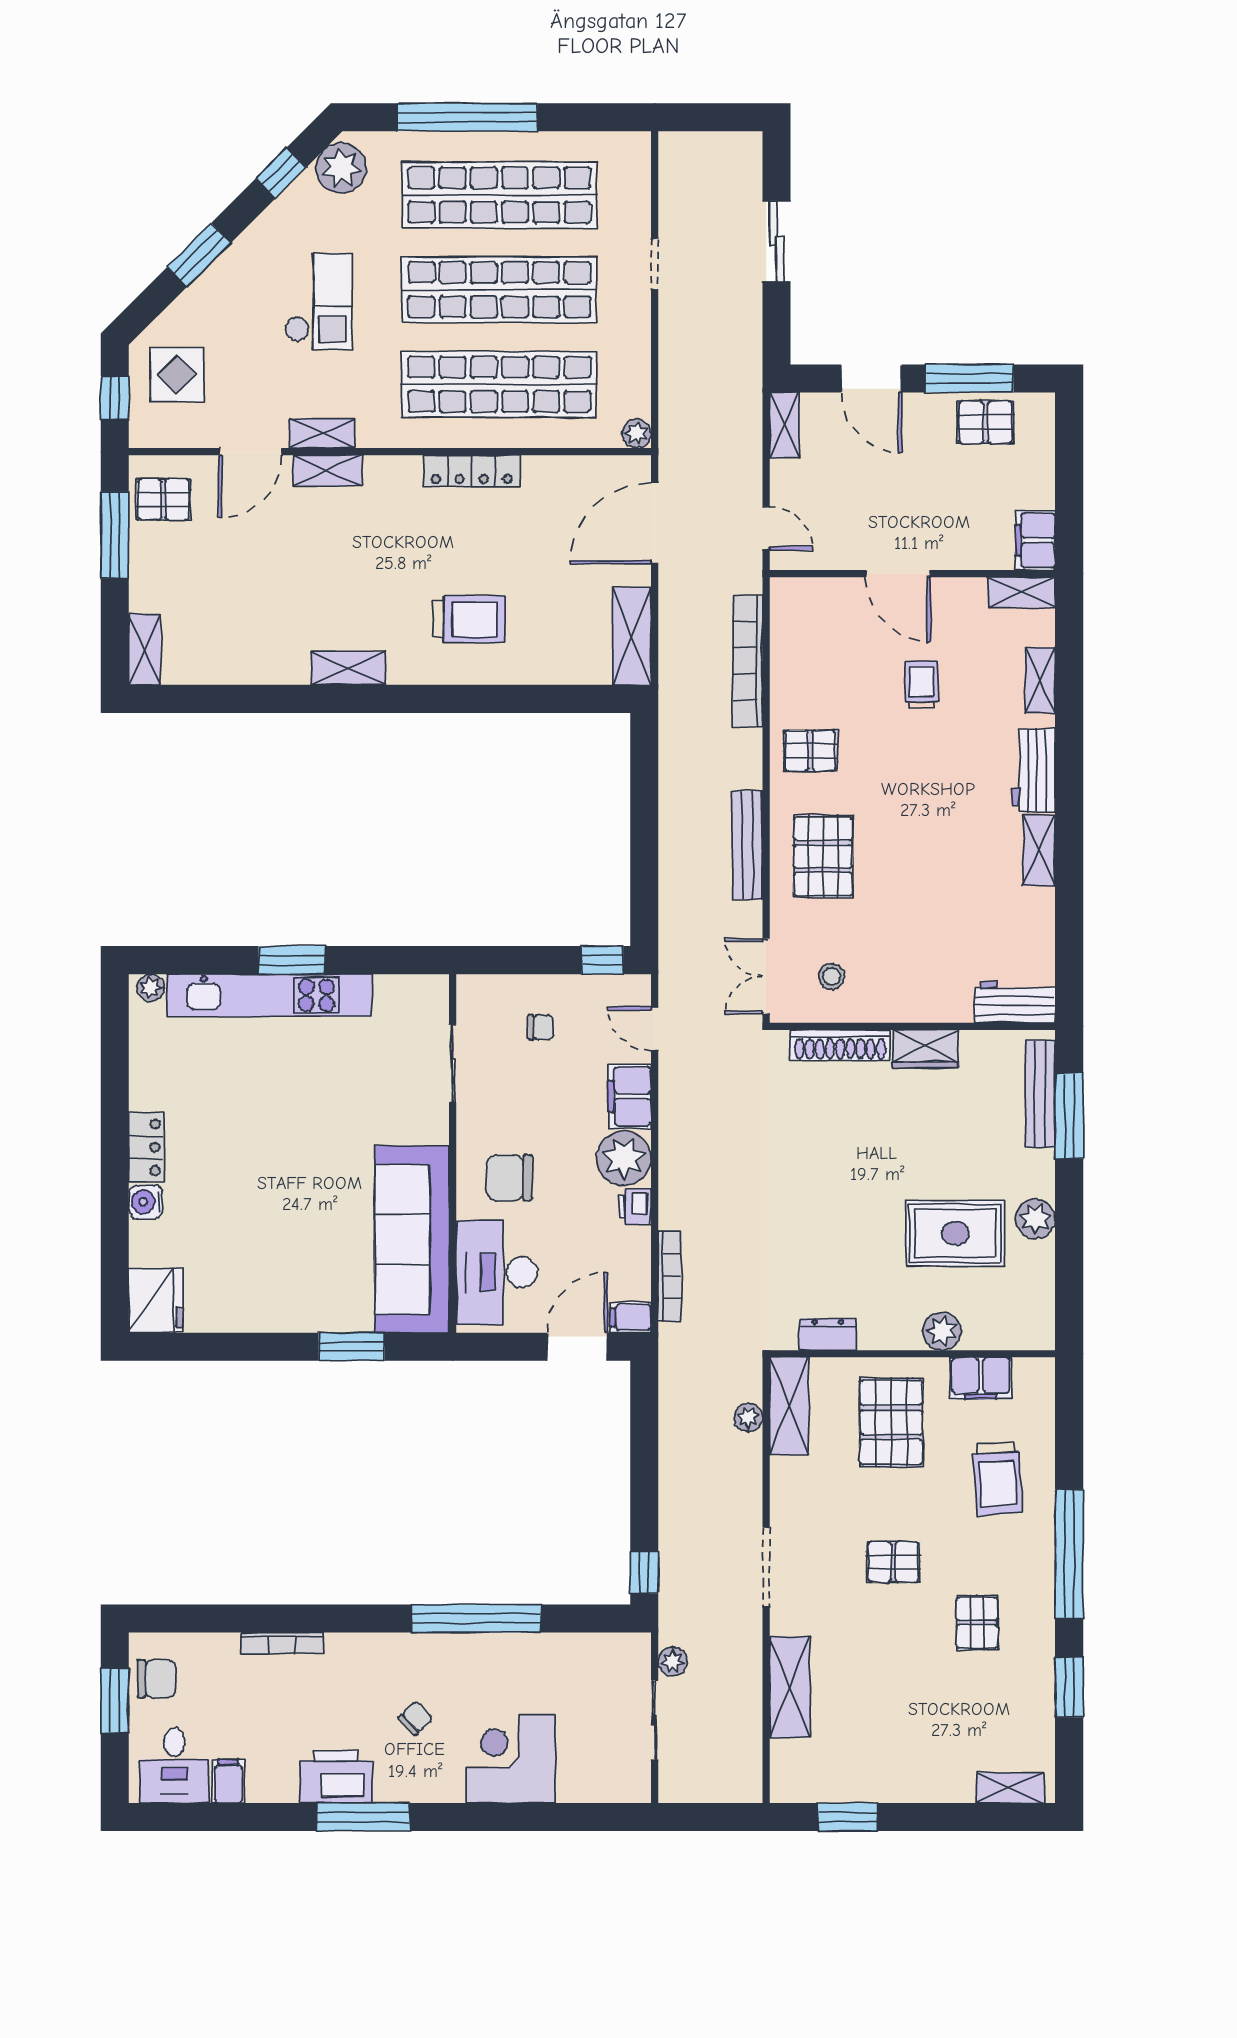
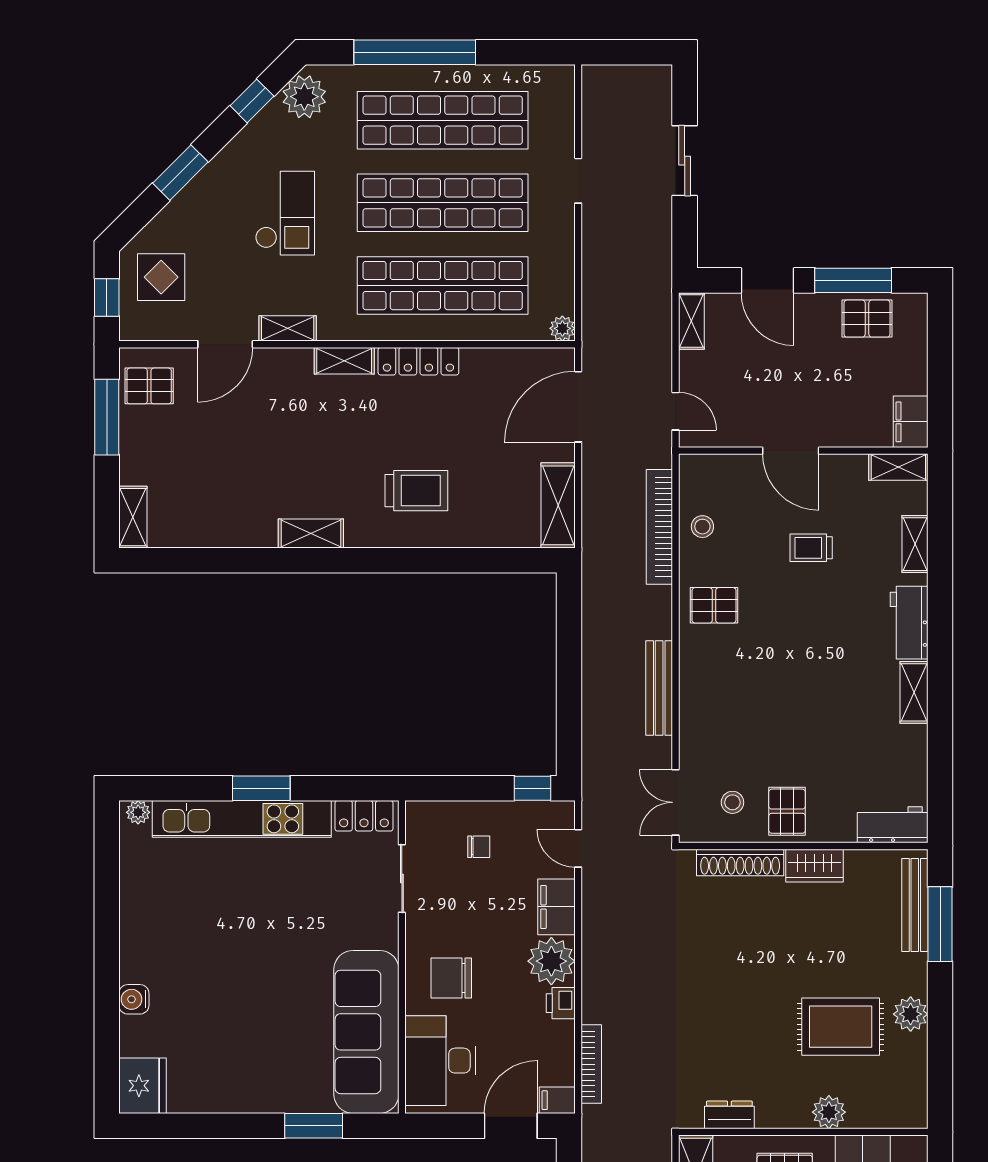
shelving: (328, 470) -> (344, 361), moved
stool: (797, 660) -> (702, 527), added
trolley: (922, 685) -> (811, 548), turned -90
pallet: (823, 856) -> (787, 811), moved, width x0.67, depth x0.71
locker: (146, 1147) -> (364, 816), moved, turned 90

